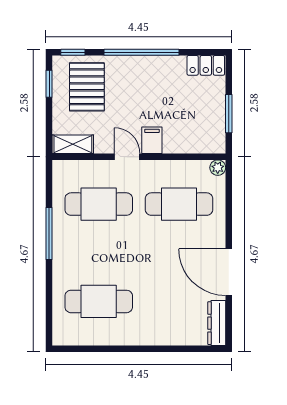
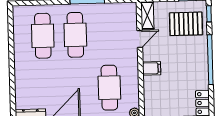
door: (127, 157) -> (140, 39), moved
cafe table: (99, 204) -> (75, 35), moved

